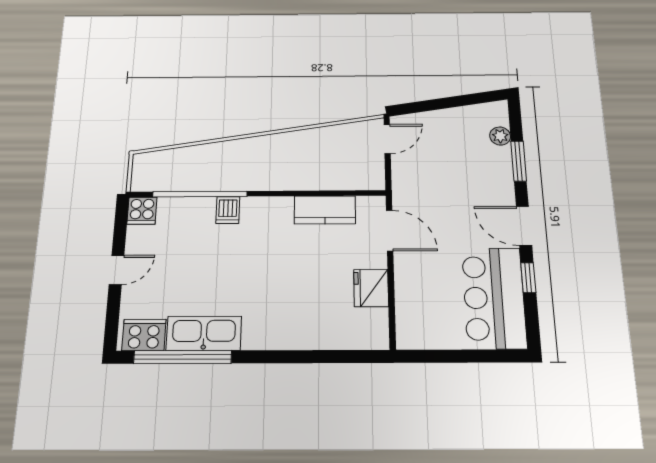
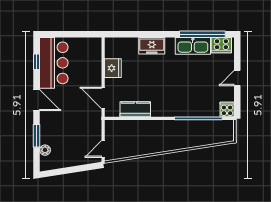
dishwasher: (228, 210) -> (184, 110), removed
window: (528, 278) -> (37, 62), moved
freezer: (290, 333) -> (152, 46), added

